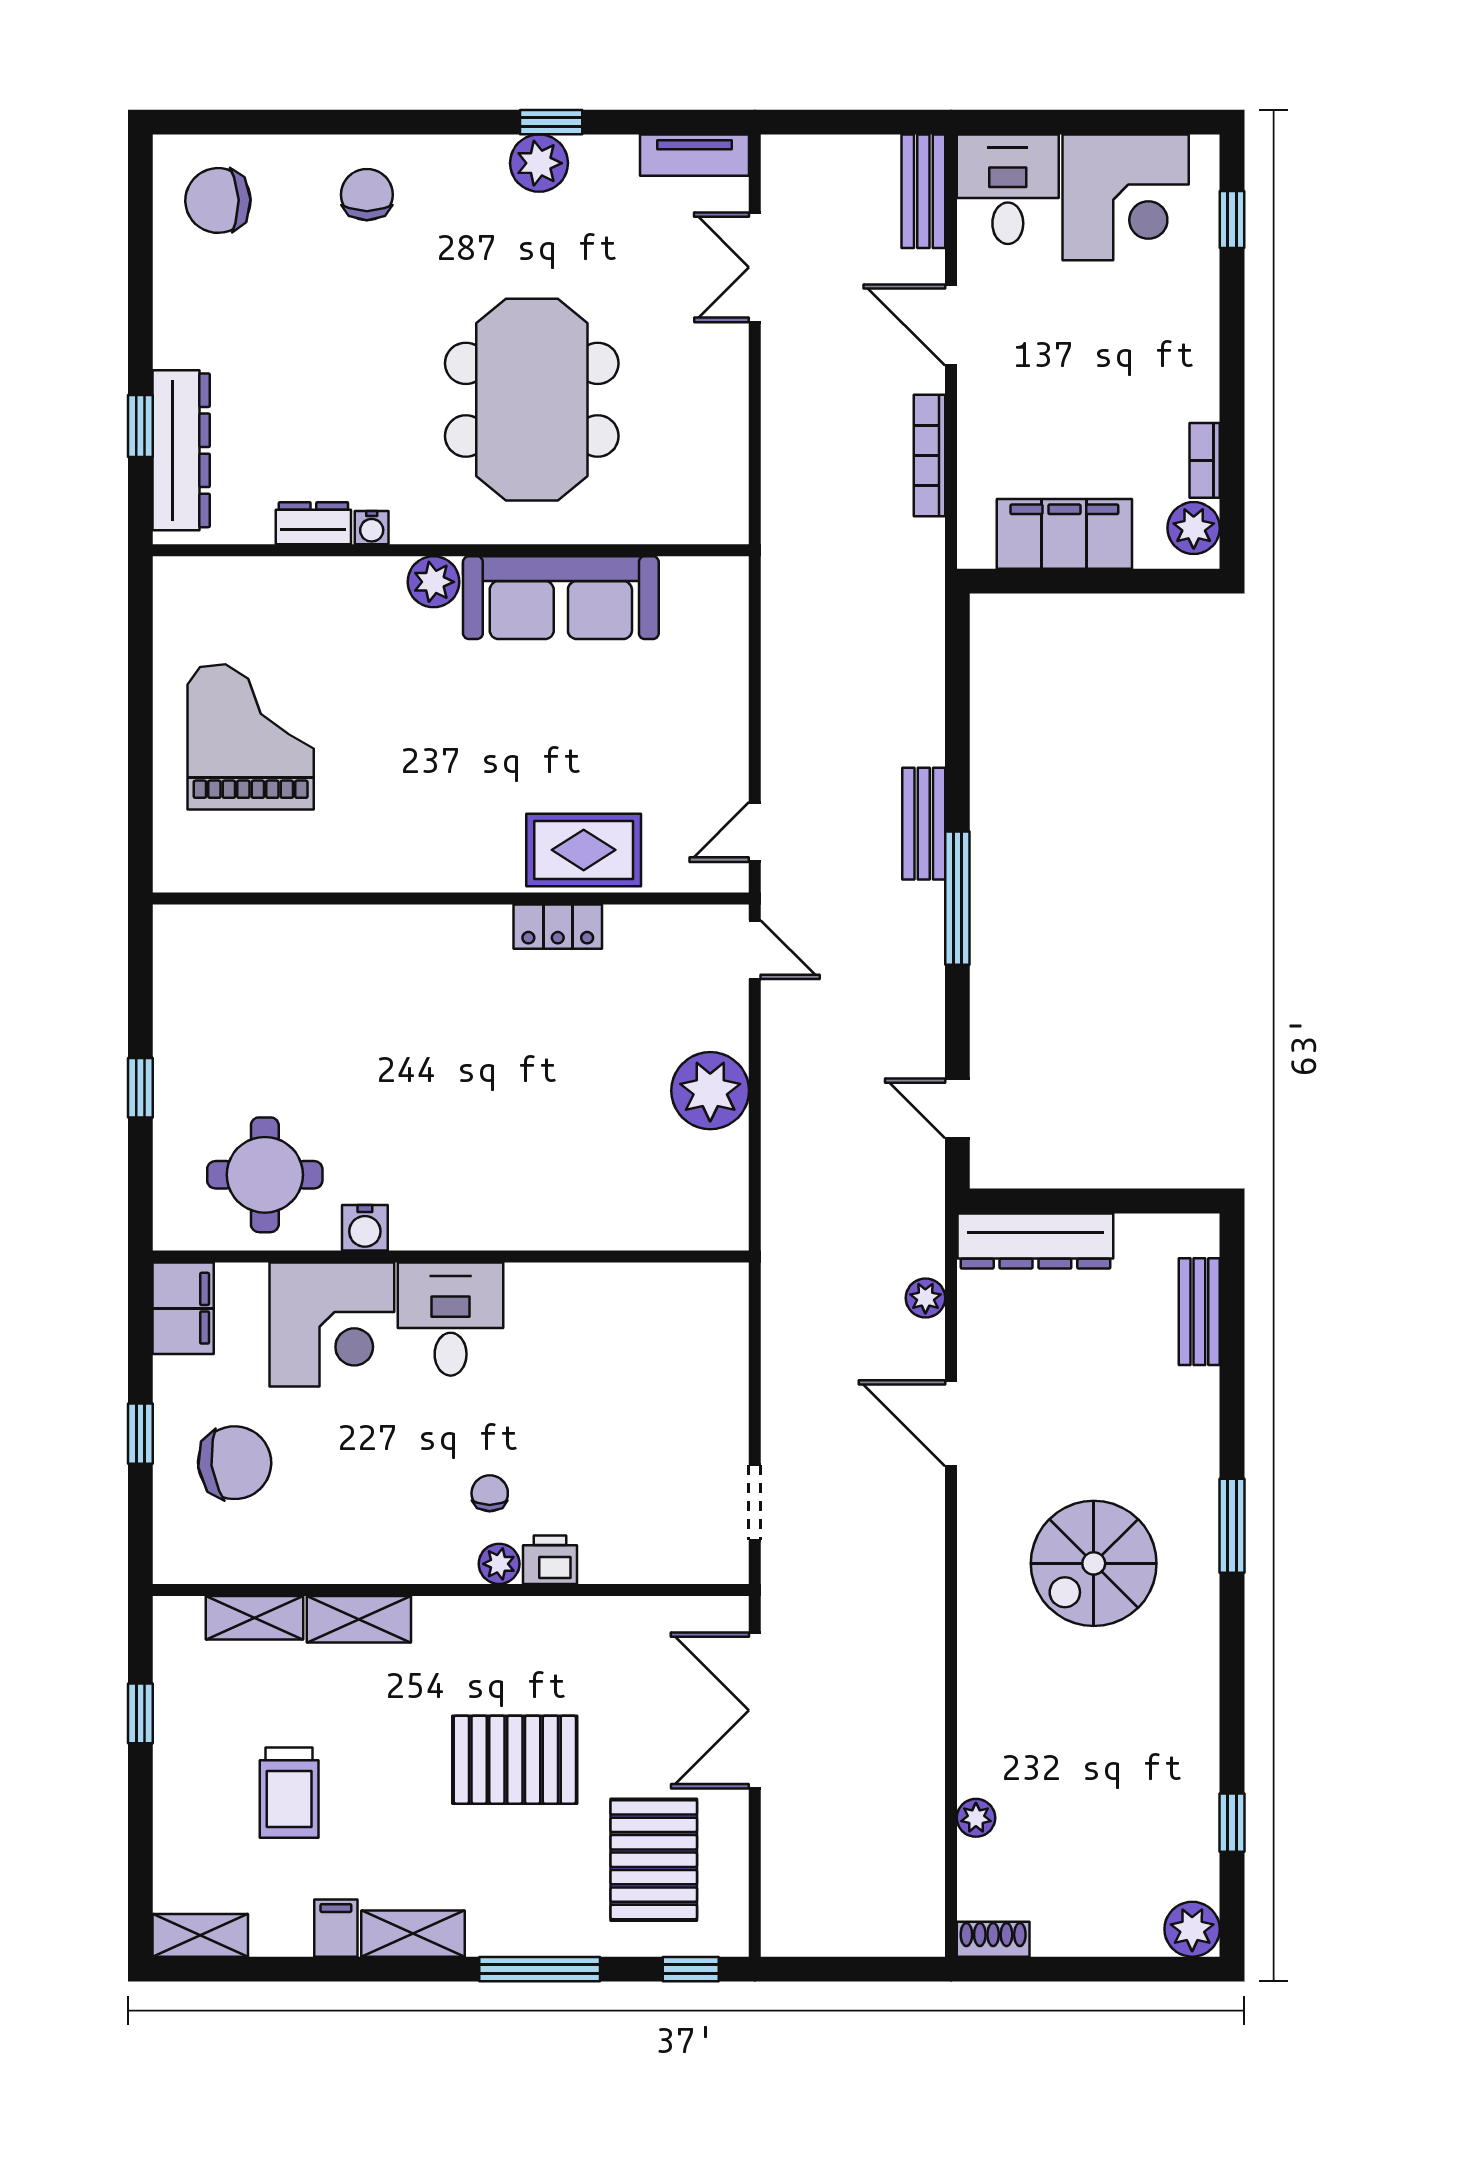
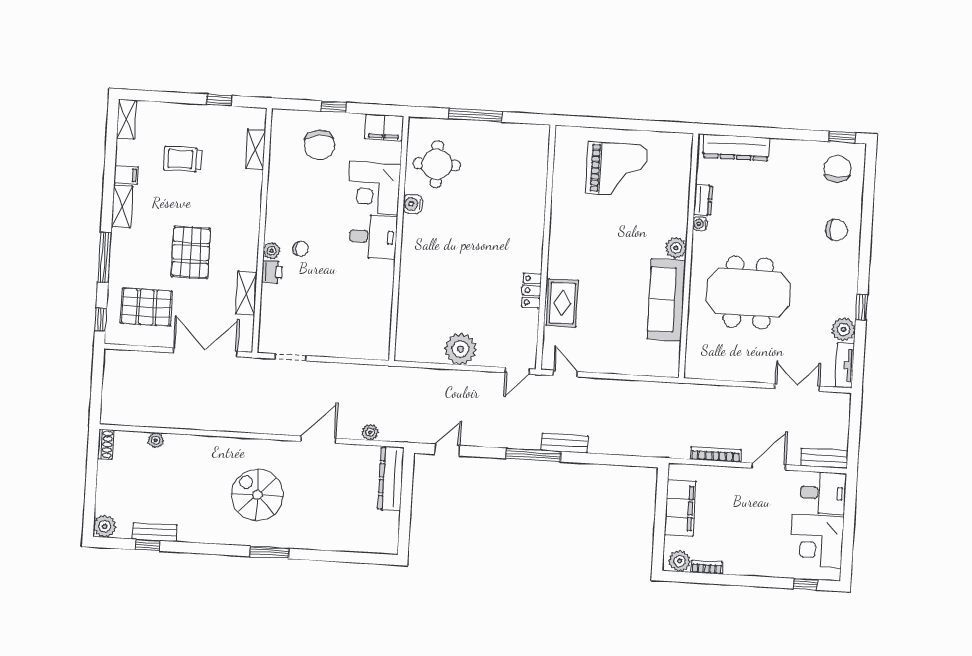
plant: (539, 163) -> (843, 329), moved
window: (140, 426) -> (842, 137), moved
window: (140, 1088) -> (476, 115), width x2.17
bench: (1199, 1312) -> (155, 532), moved
shelving: (359, 1619) -> (246, 293), moved

